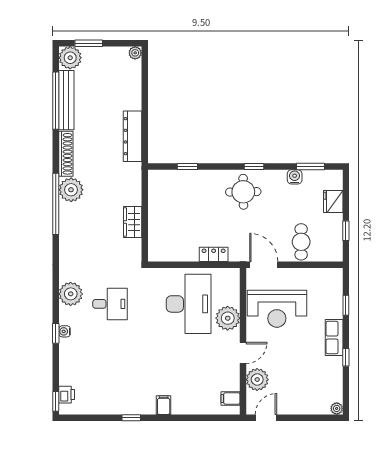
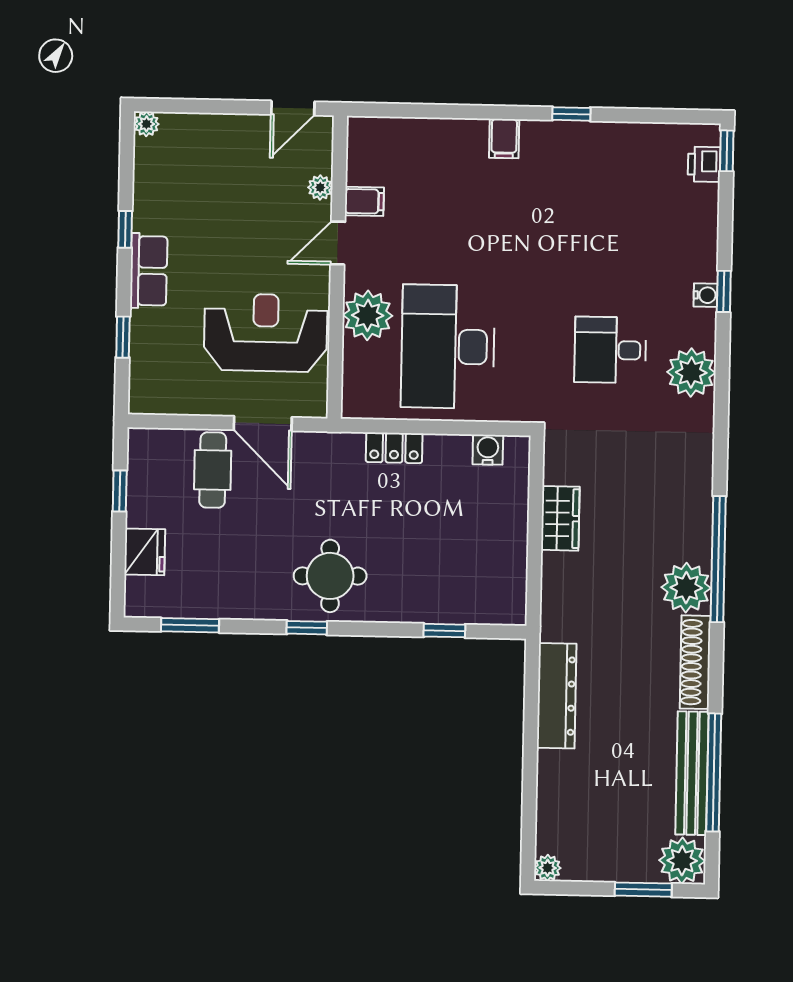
water cooler: (295, 177) -> (488, 450), moved, turned 180
door: (264, 265) -> (263, 424), moved
plant: (257, 380) -> (320, 188), width x0.53, depth x0.53
filing cabinet: (231, 398) -> (364, 201), moved

